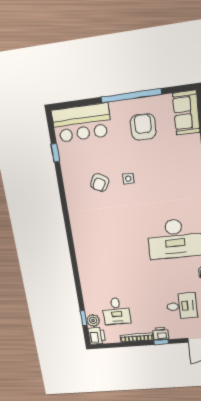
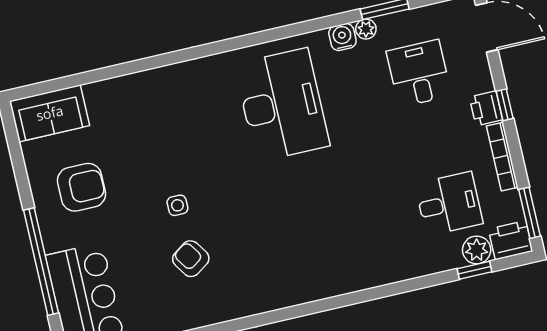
window: (131, 96) -> (41, 262), moved
armchair: (143, 127) -> (81, 187), turned 180
armchair: (100, 183) -> (191, 259), turned -152
window: (109, 346) -> (530, 213), added

